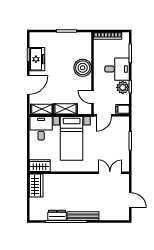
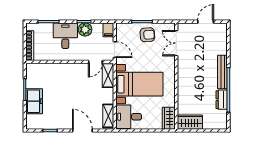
freezer: (37, 59) -> (34, 101), moved, turned 90
boiler: (83, 68) -> (64, 72), removed
shelving: (65, 109) -> (108, 75), moved
armchair: (118, 146) -> (147, 35), added

